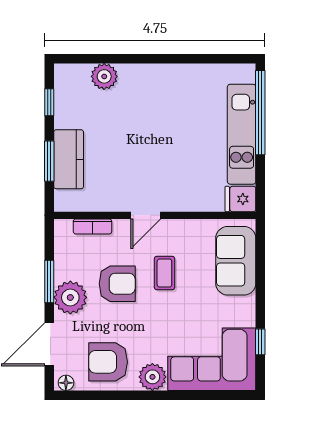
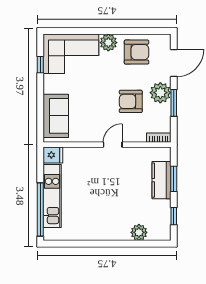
bookcase: (92, 226) -> (159, 138), moved
coffee table: (164, 273) -> (101, 108), removed
floor lamp: (66, 383) -> (163, 39), removed

